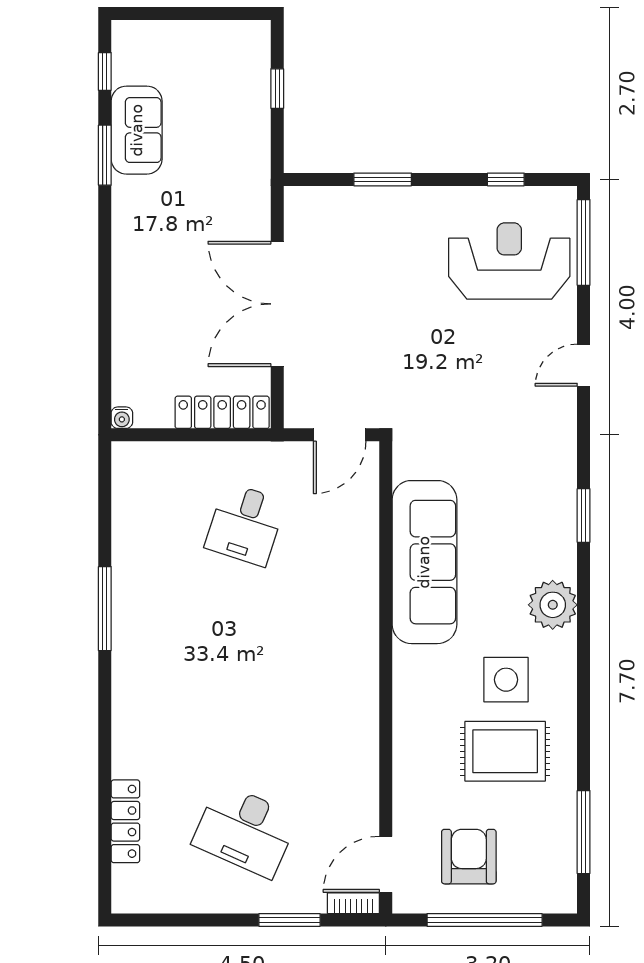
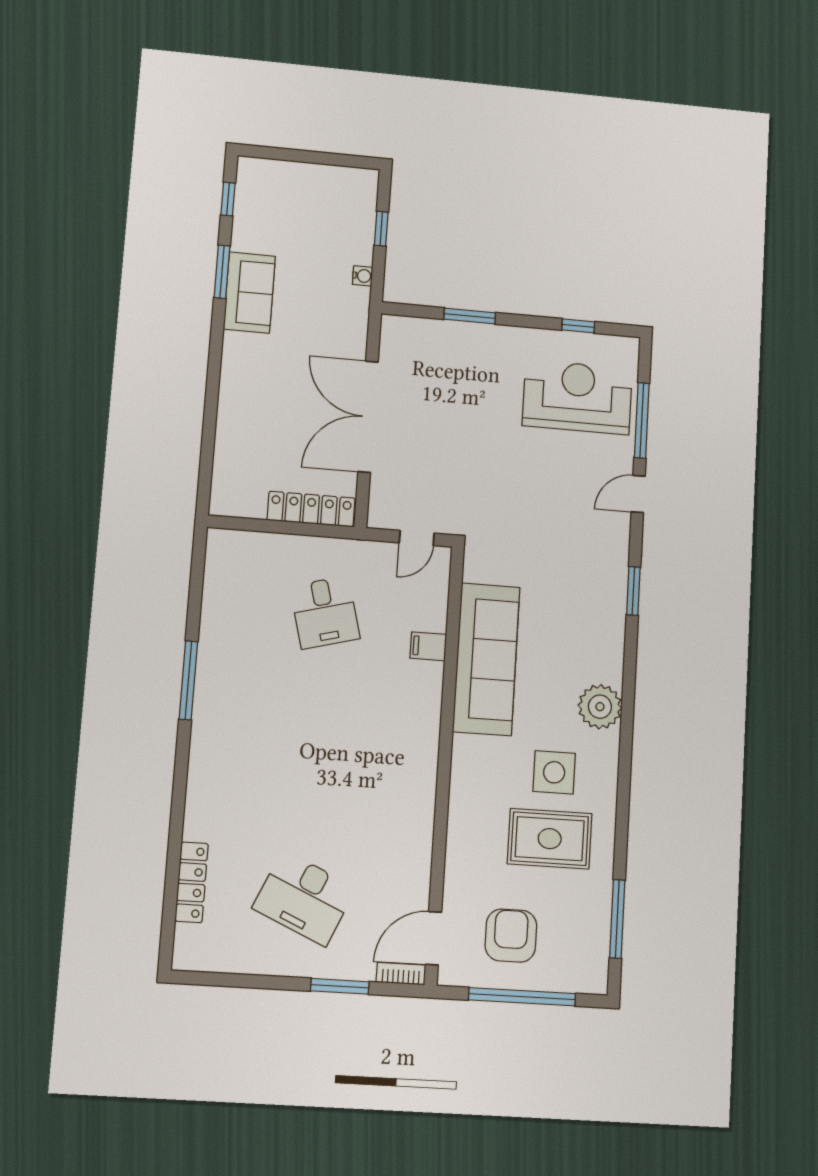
sofa: (137, 130) -> (249, 293), moved
window: (584, 242) -> (642, 420), moved
water cooler: (122, 418) -> (363, 276), moved, turned -90
door: (340, 435) -> (417, 538), width x0.73
window: (584, 516) -> (633, 591), moved
desk: (245, 524) -> (325, 612), turned -33
filing cabinet: (360, 553) -> (428, 646), added

